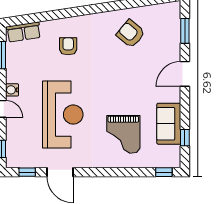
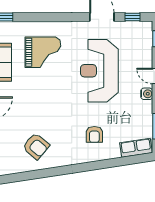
grand piano: (123, 134) -> (43, 52), turned 90

